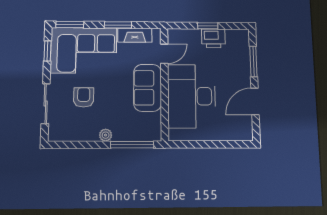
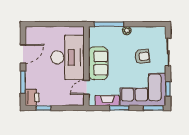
window: (208, 26) -> (43, 108), moved
printer: (213, 38) -> (32, 97), moved, turned 90
armchair: (84, 97) -> (142, 56), turned -98

